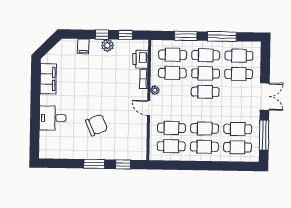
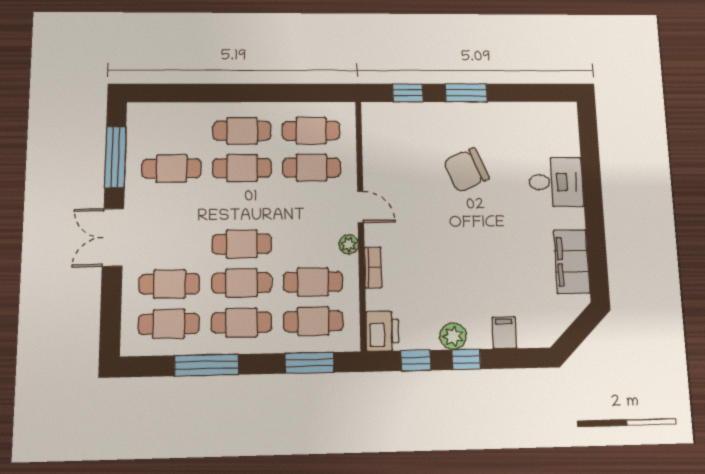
window: (186, 36) -> (309, 363), moved
printer: (140, 59) -> (382, 331), moved
cafe table: (237, 147) -> (172, 131), removed

